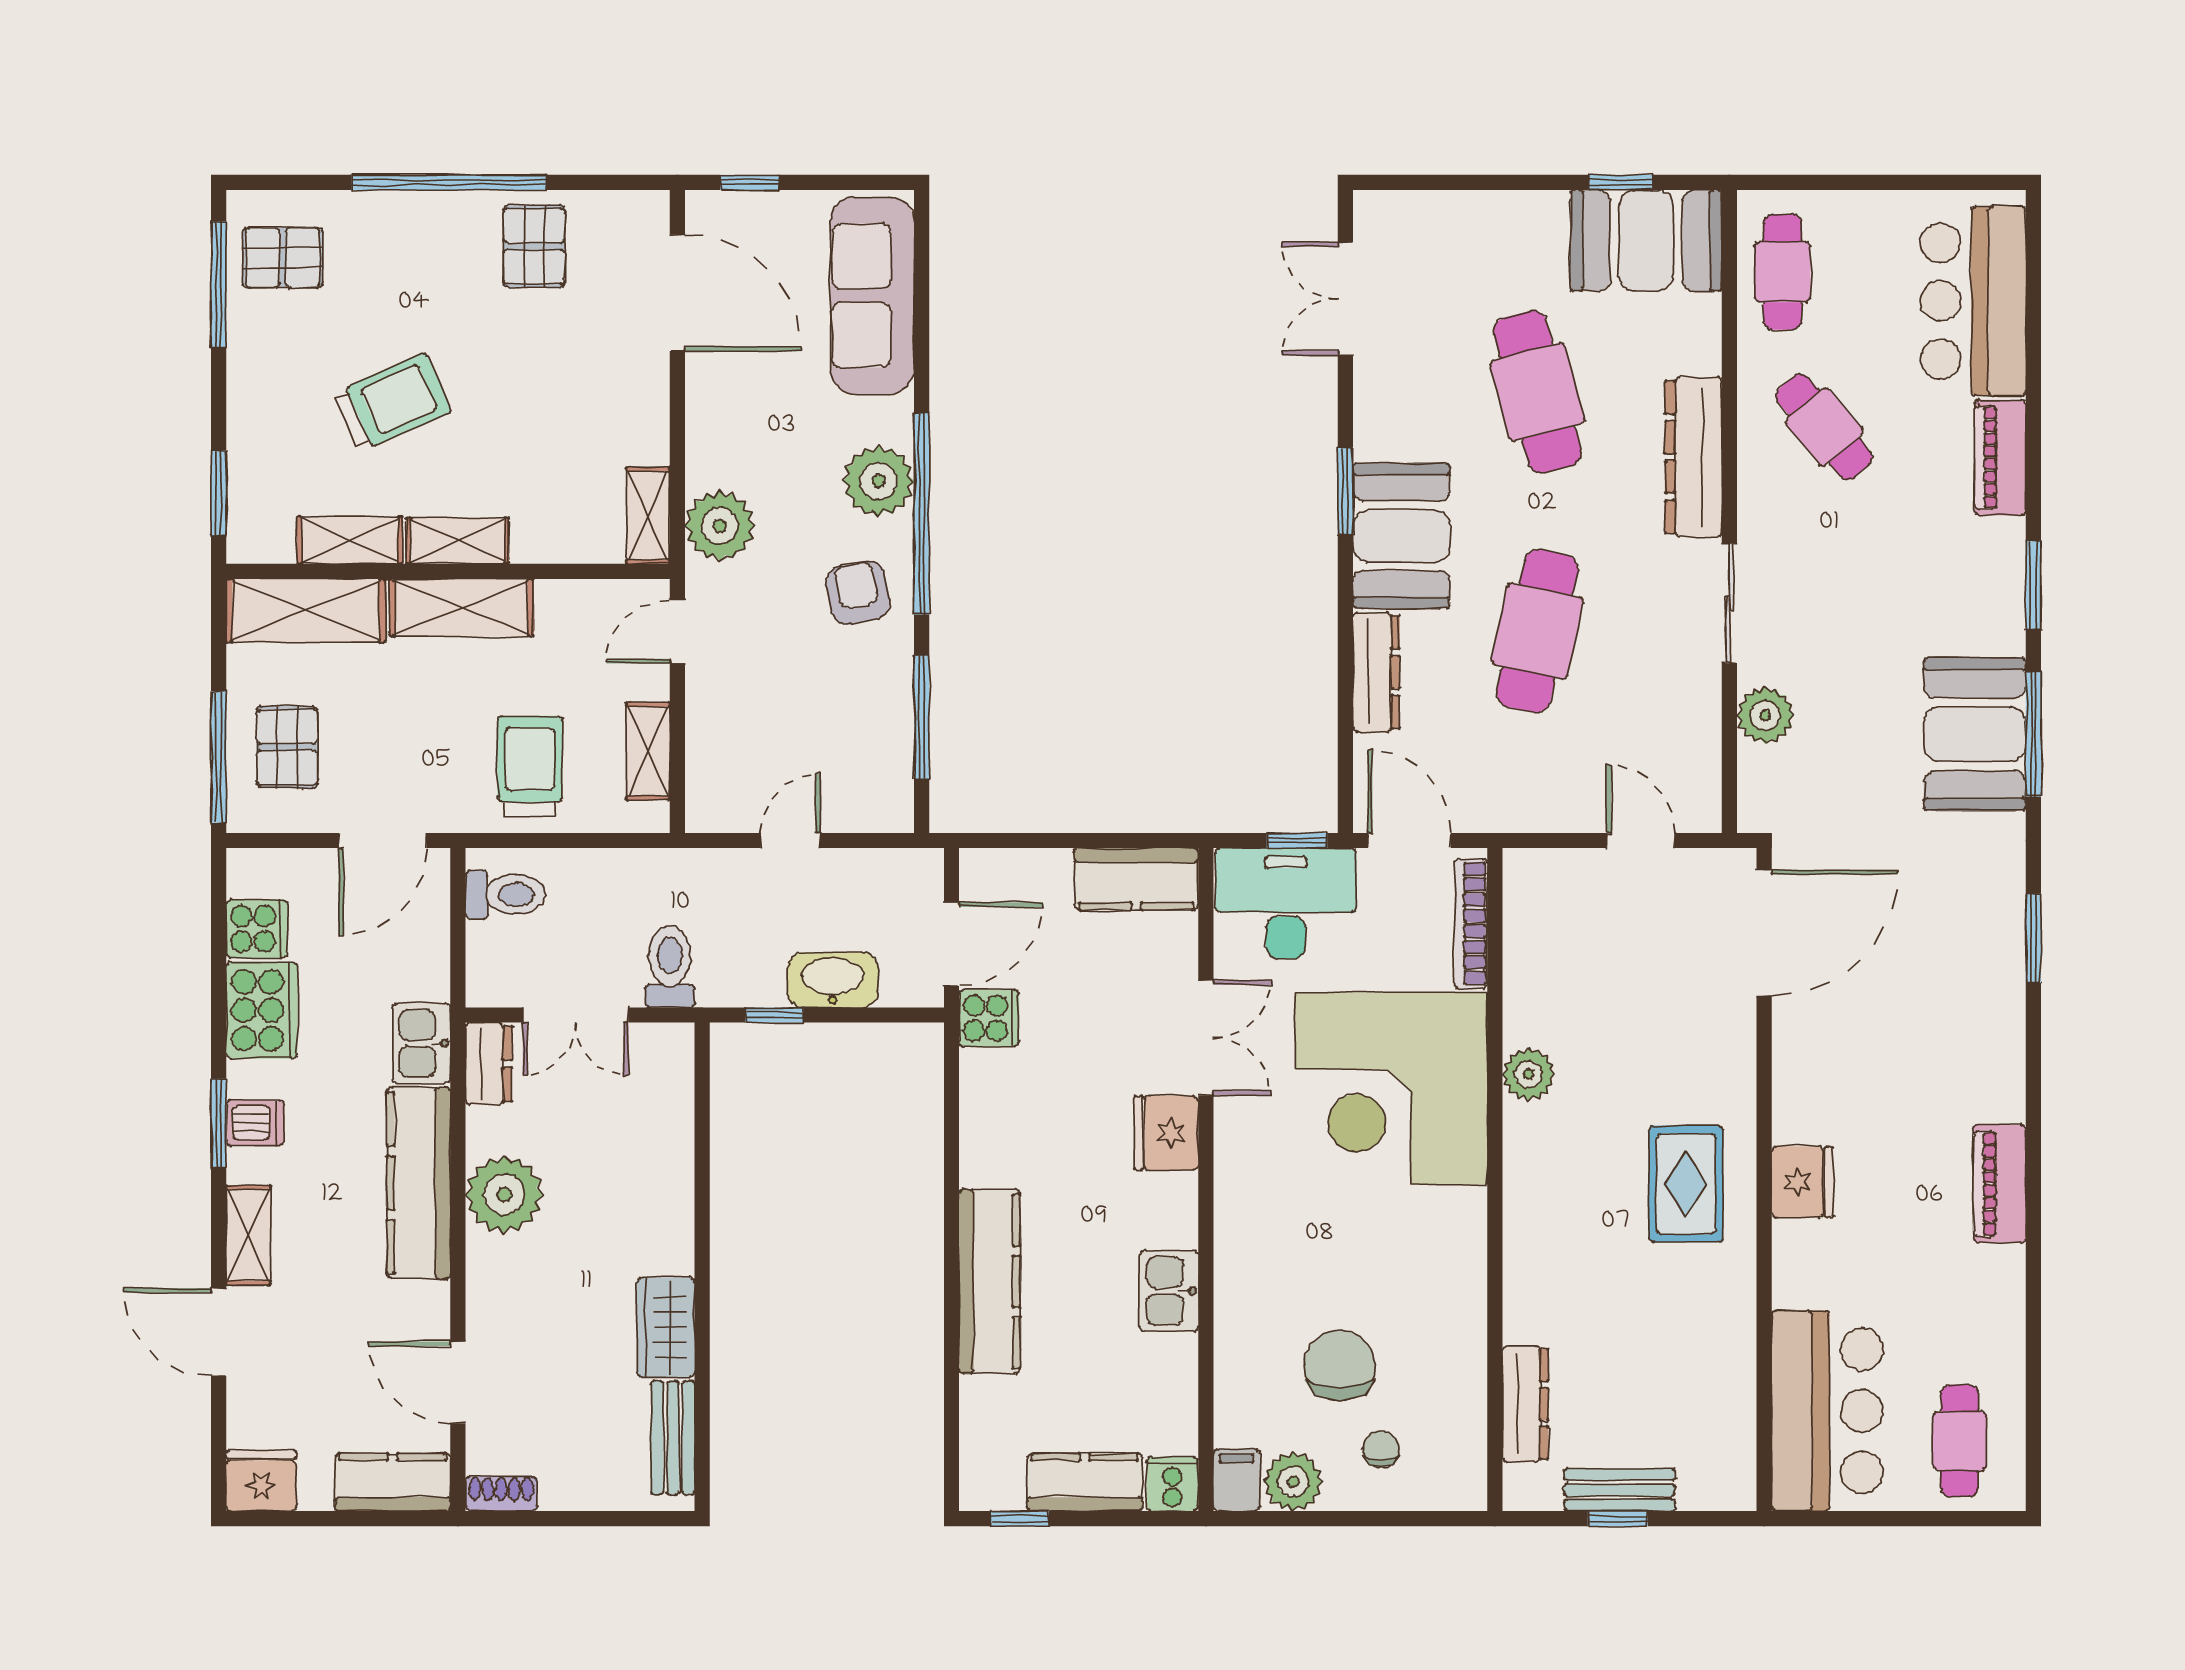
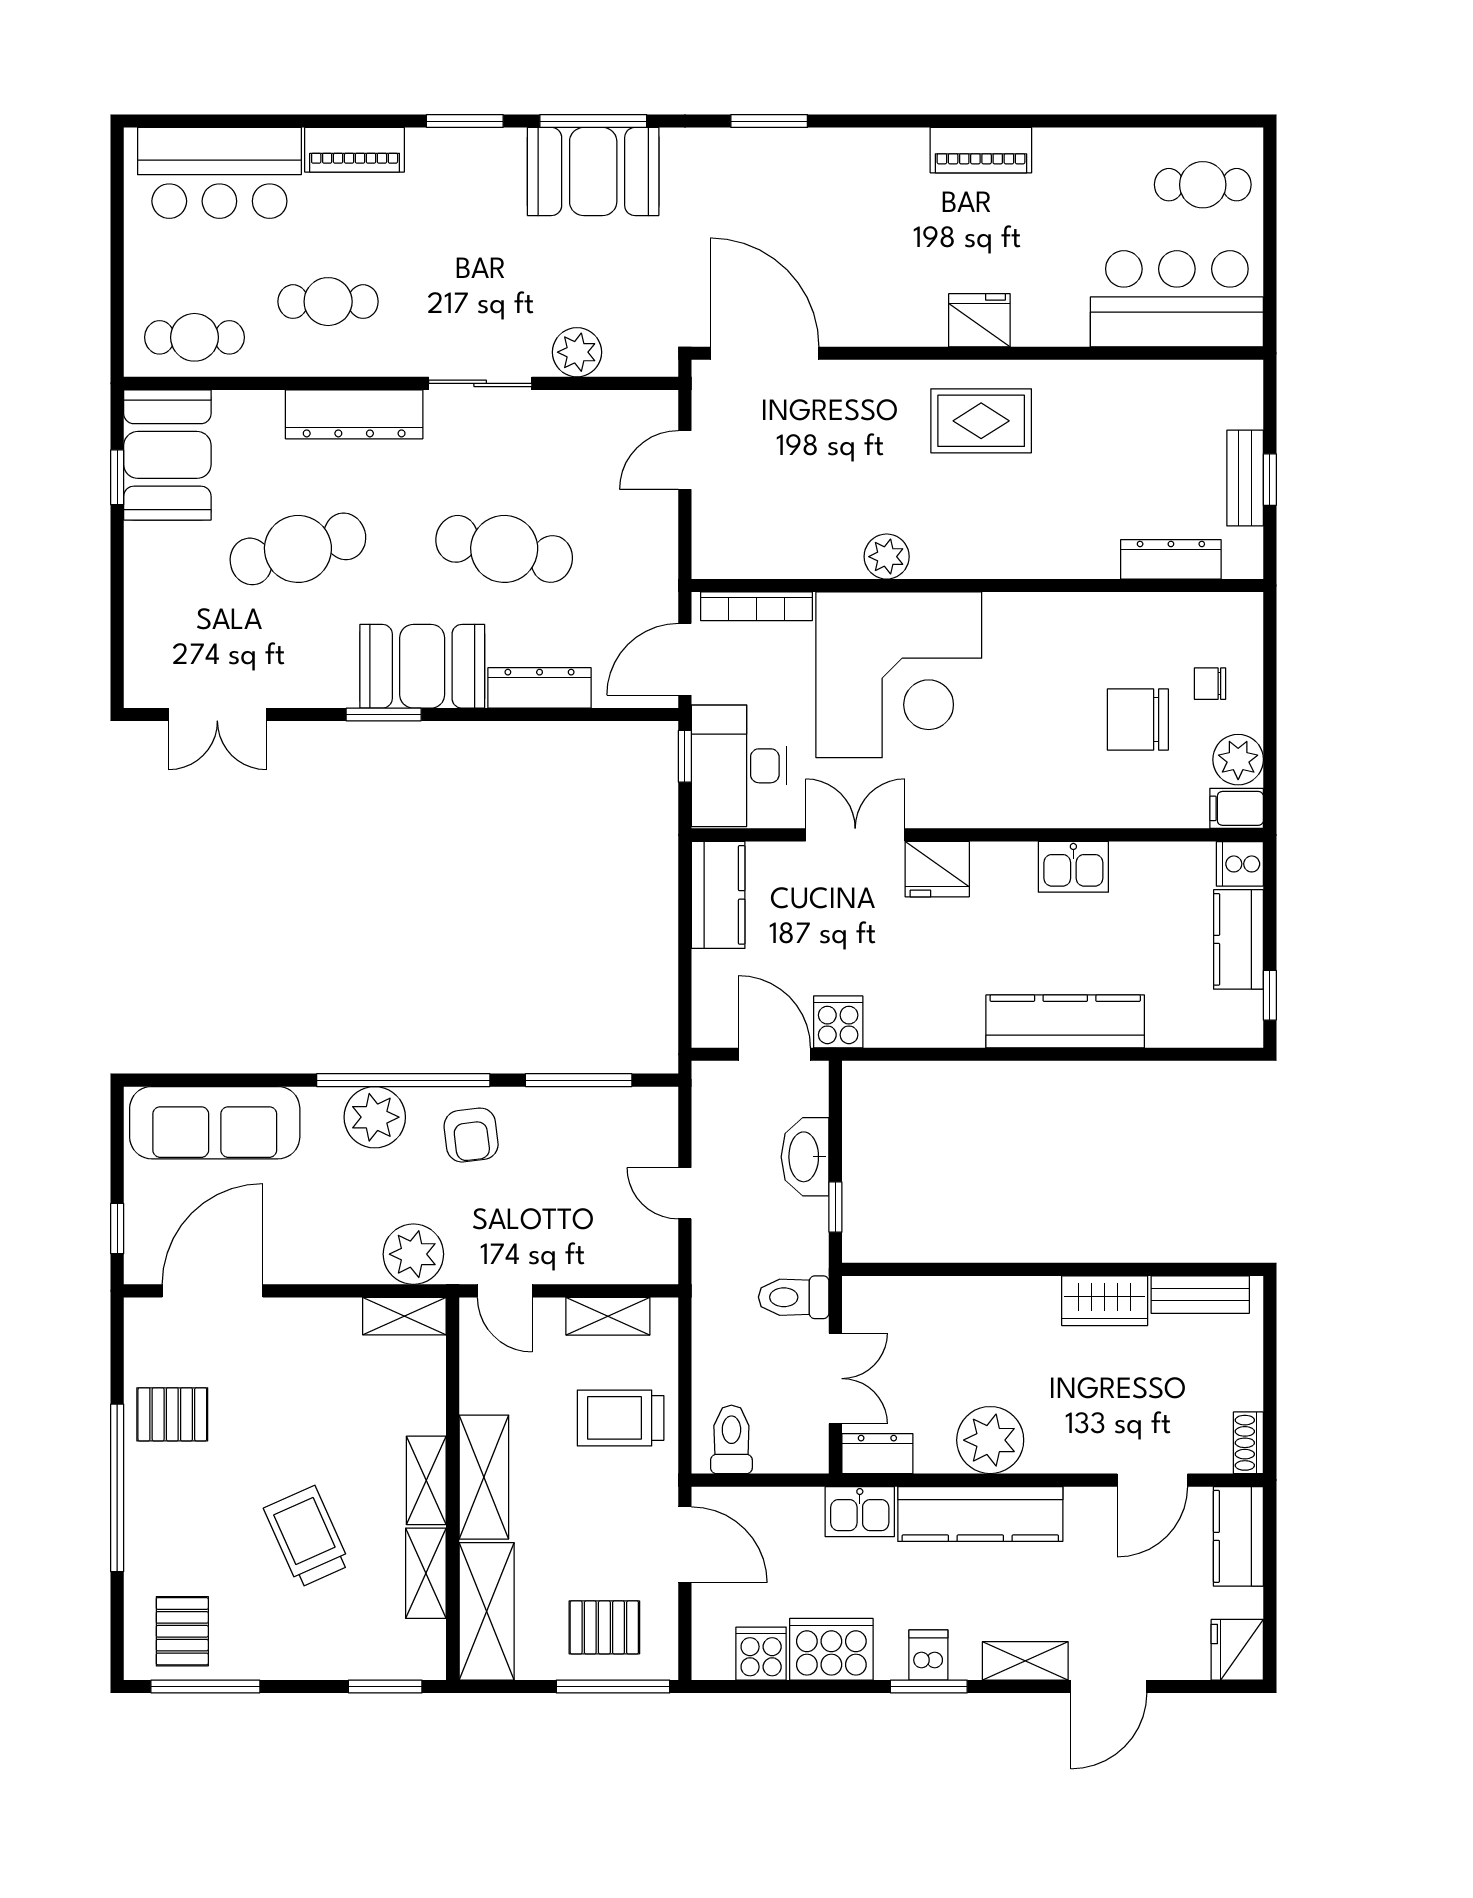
cafe table: (1824, 427) -> (328, 302), turned 40
armchair: (858, 593) -> (471, 1135), turned -85

